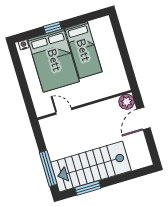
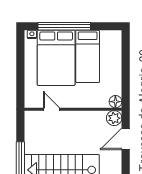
window: (52, 28) -> (64, 26), width x3.17
floor lamp: (123, 86) -> (115, 102), added

